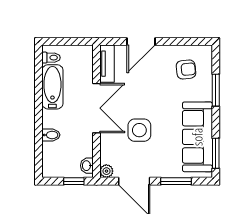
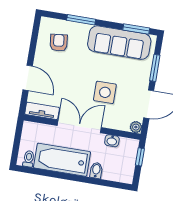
bathtub: (52, 87) -> (62, 160), width x1.36, depth x1.36
washbasin: (87, 166) -> (112, 141), moved

